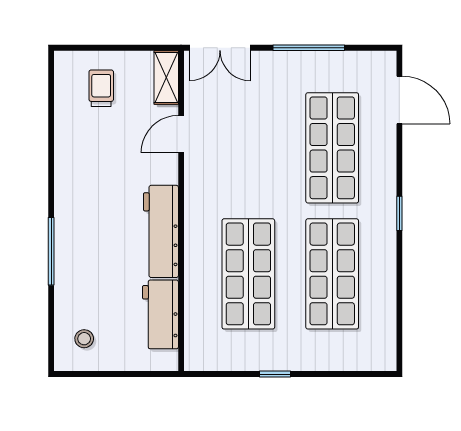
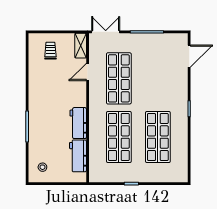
double door: (220, 48) -> (106, 32), swing flipped
door: (399, 100) -> (189, 56), hinge flipped
shop shelf: (332, 148) -> (119, 78), moved
workbench: (161, 231) -> (78, 123), width x0.73

